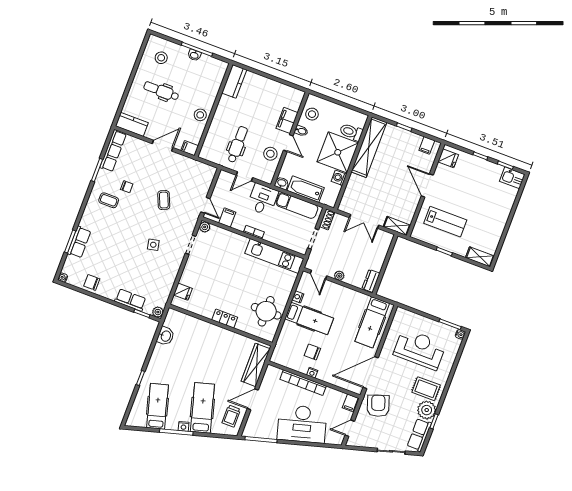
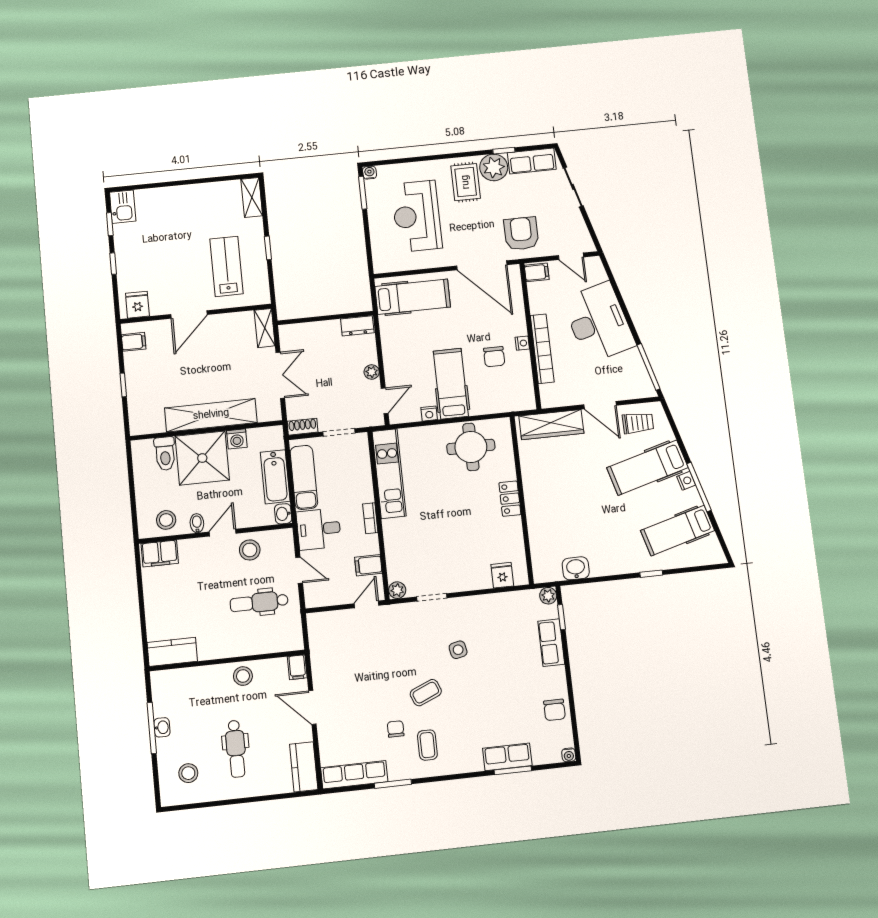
filing cabinet: (287, 120) -> (160, 554), moved
shelving: (369, 147) -> (211, 415), moved
coffee table: (164, 200) -> (426, 693), moved
armchair: (378, 406) -> (521, 234), turned 109

